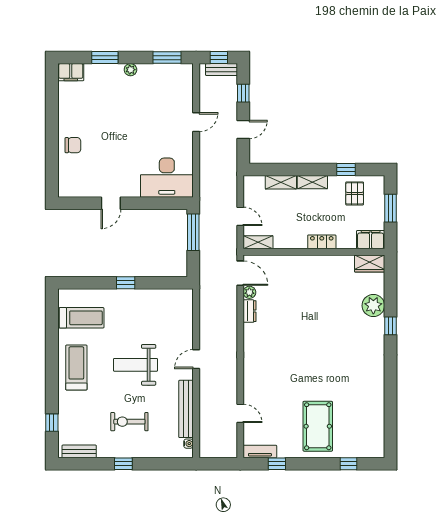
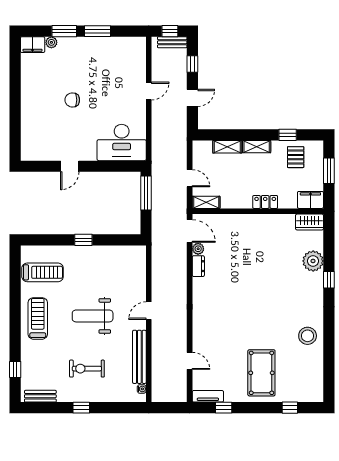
window: (167, 58) -> (98, 31), moved
plant: (130, 70) -> (51, 42), moved
chair: (73, 145) -> (72, 100), moved, turned 180
stool: (367, 386) -> (308, 336), added

